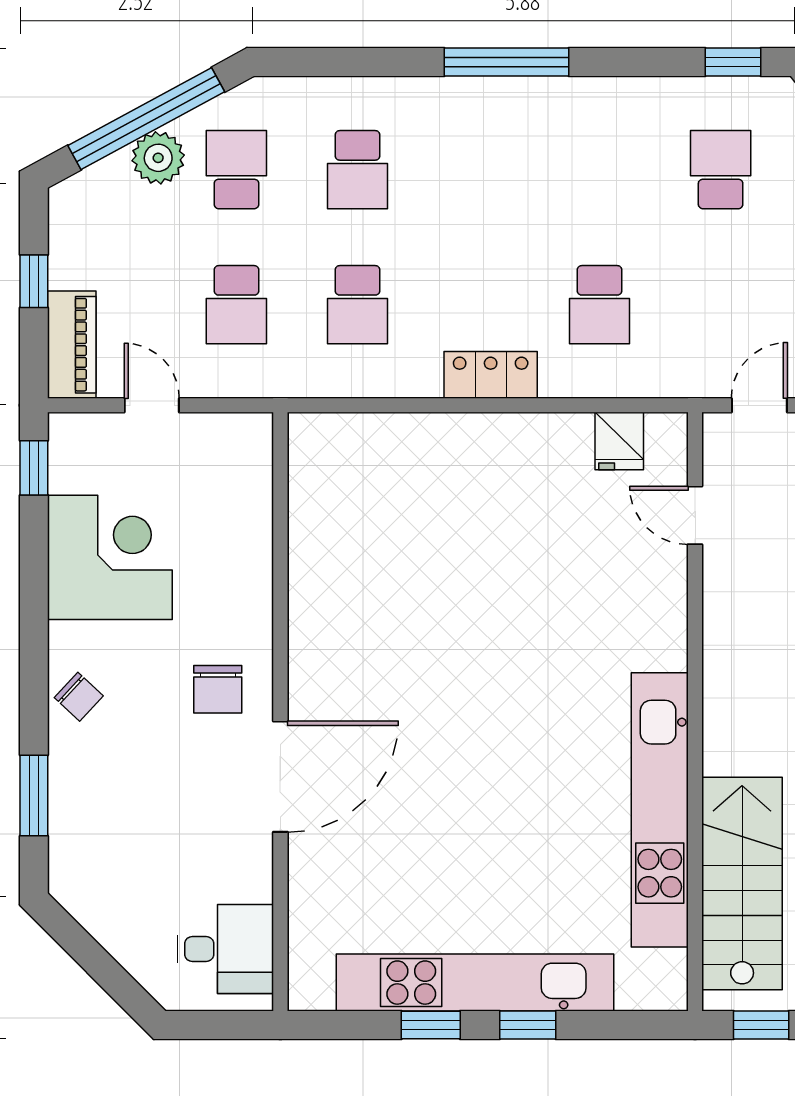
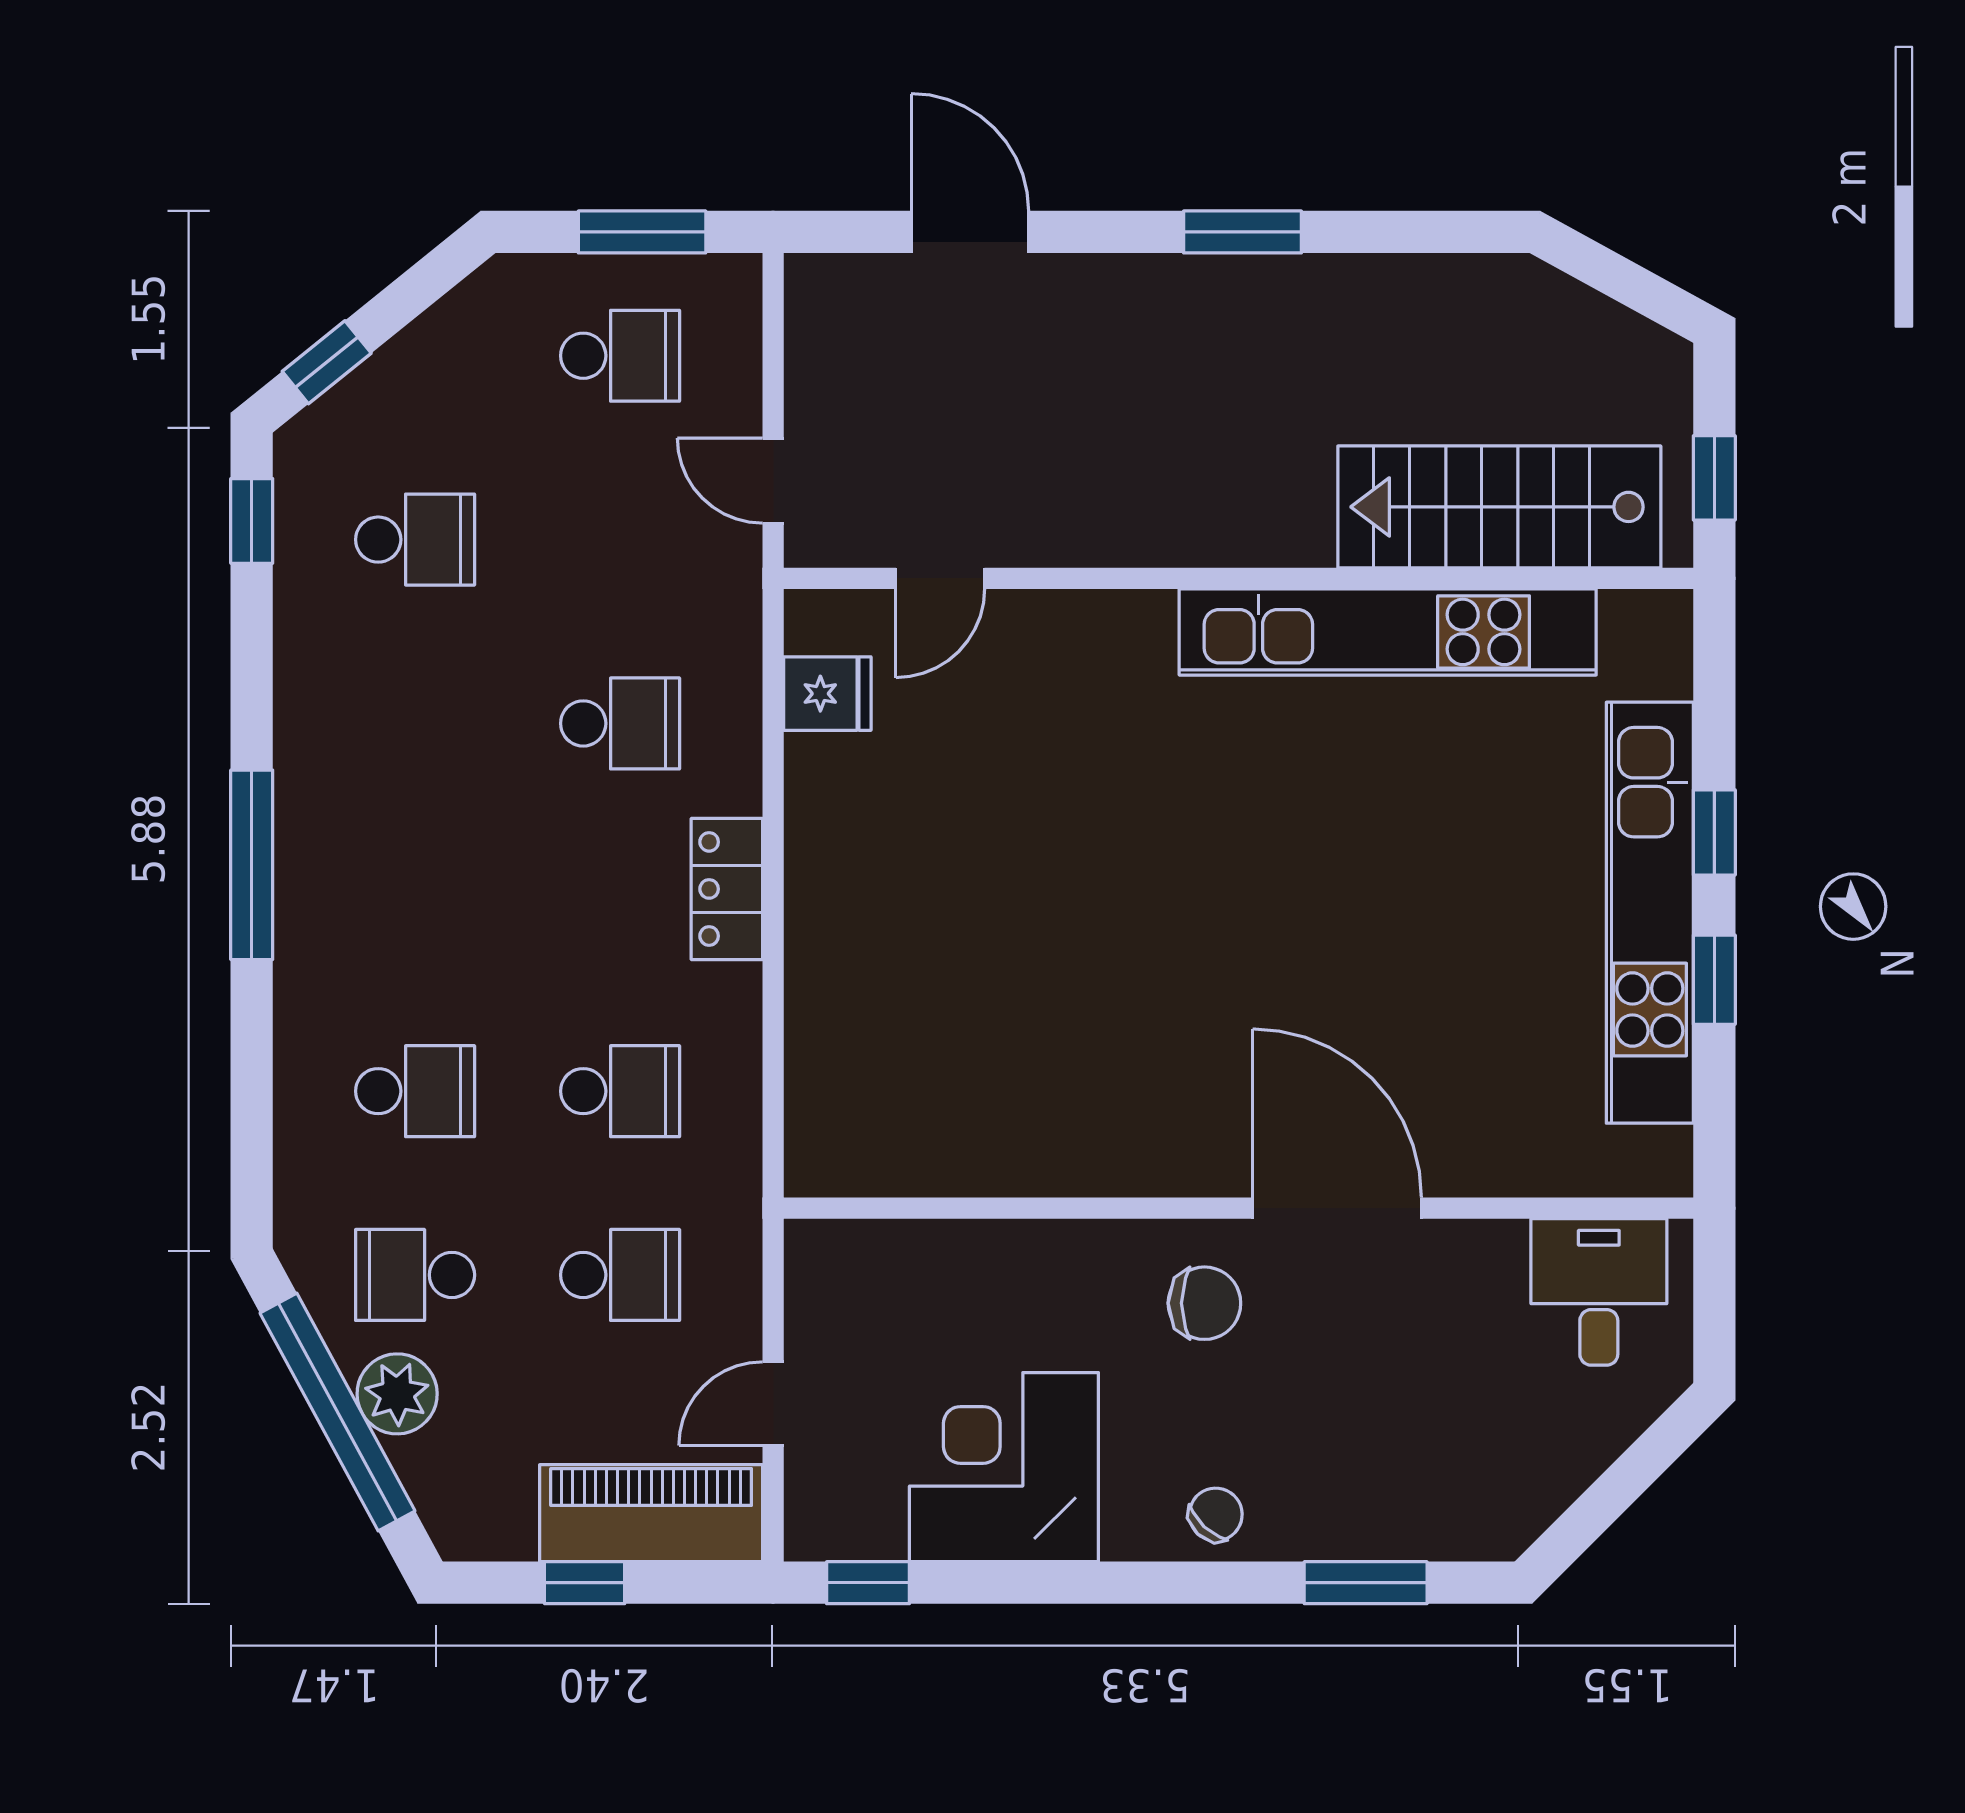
school desk: (721, 170) -> (415, 540), turned 180
piano: (72, 345) -> (651, 1513), width x1.37, depth x1.33

